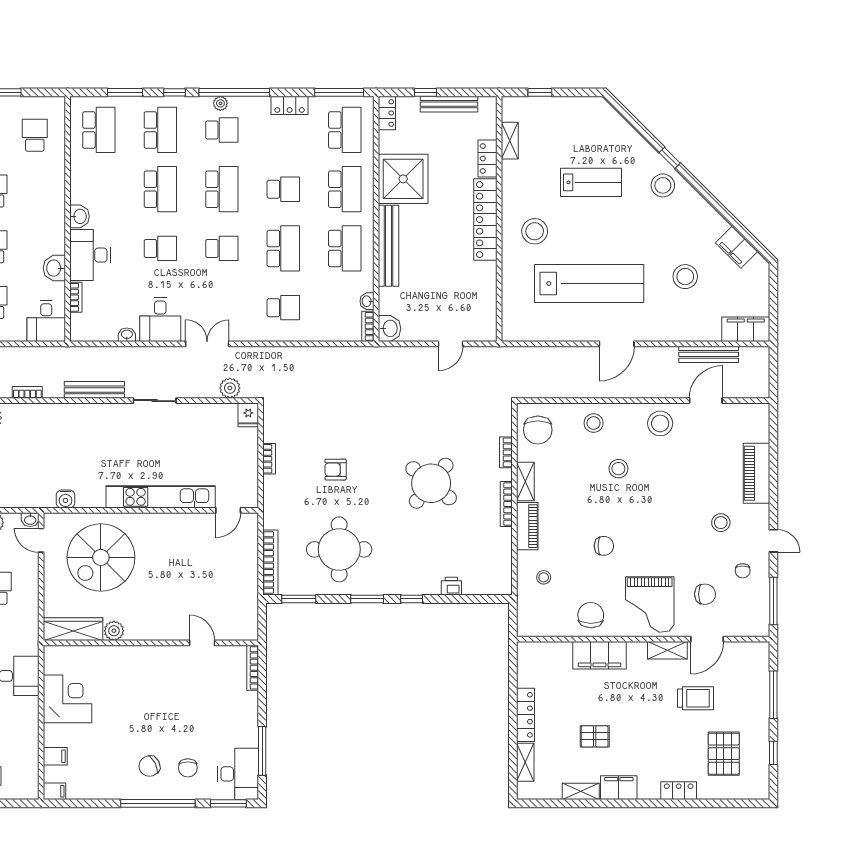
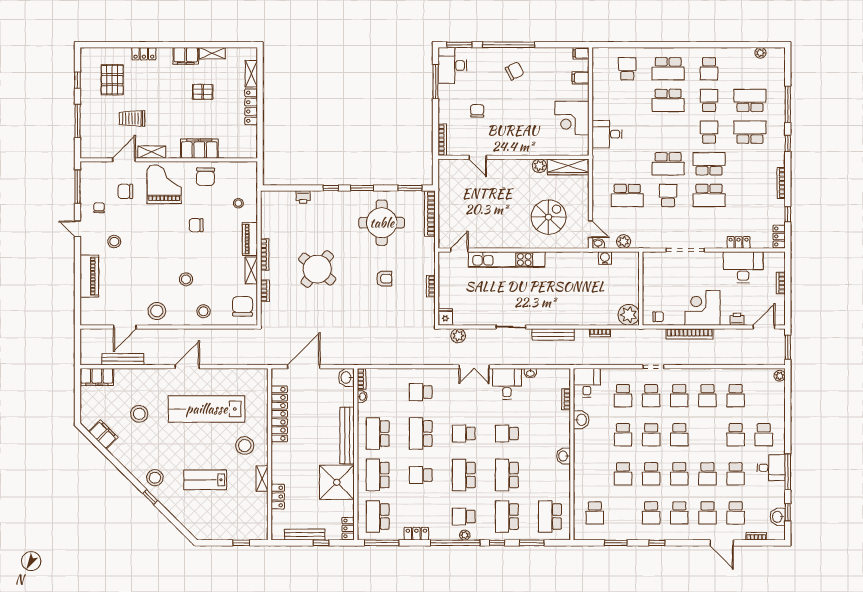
shelving: (510, 141) -> (262, 479), moved
locker: (485, 220) -> (279, 414), moved
desk: (90, 255) -> (556, 429), removed
door: (450, 344) -> (304, 367), width x1.87
water cooler: (66, 499) -> (605, 258), moved
spiral stairs: (101, 557) -> (549, 217), width x0.73, depth x0.73
chair: (188, 768) -> (477, 111), moved

